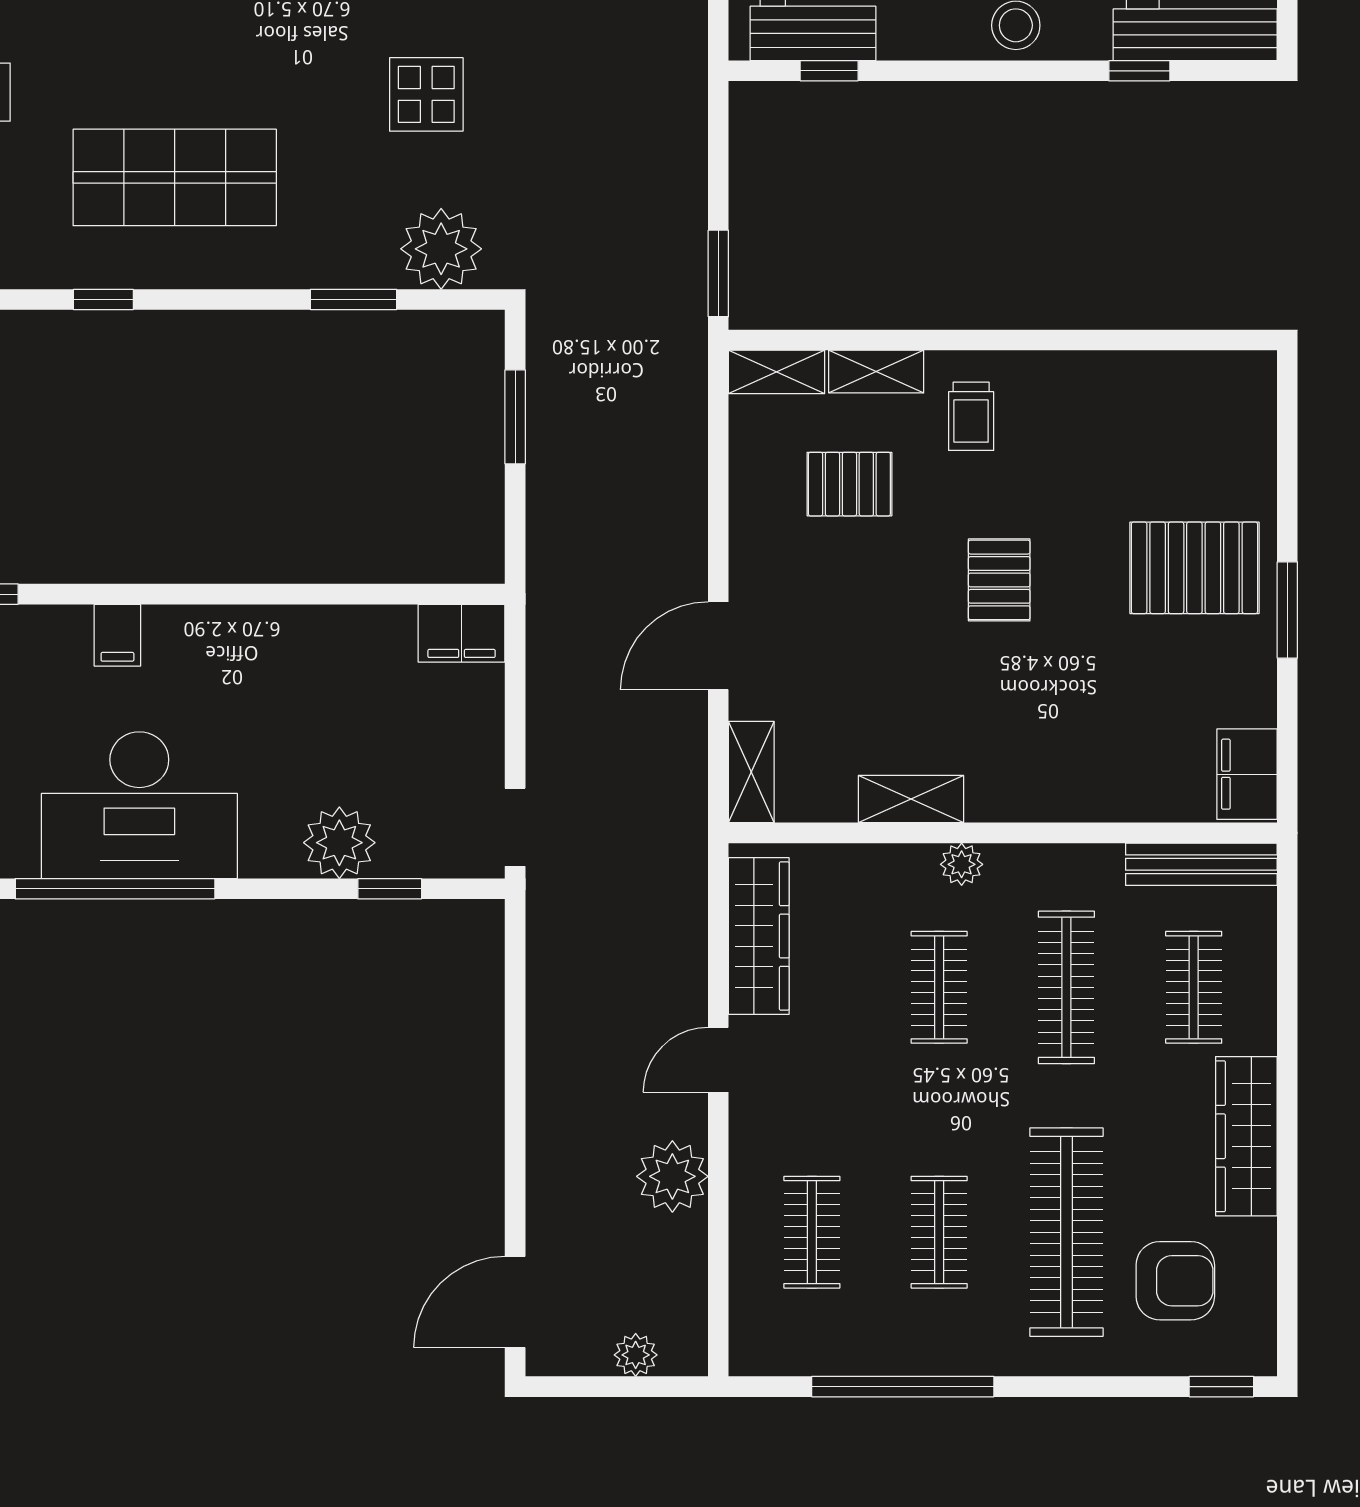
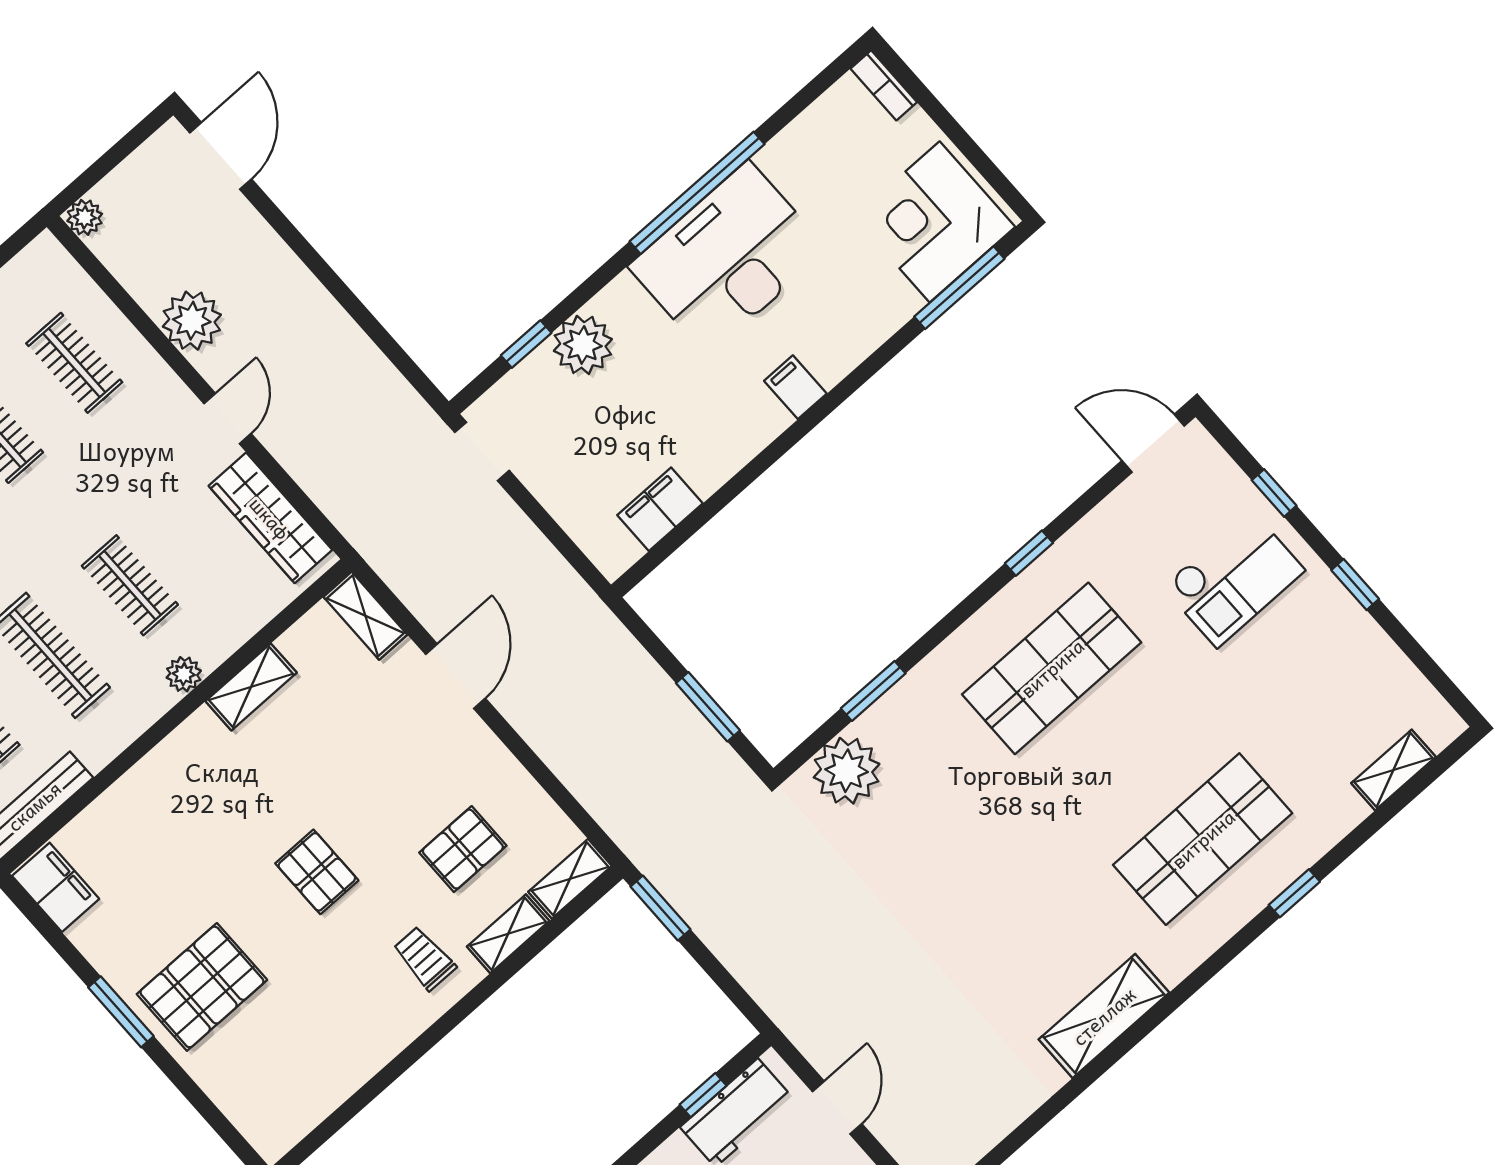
display table: (426, 94) -> (941, 859), removed
filing cabinet: (462, 633) -> (660, 509), moved
filing cabinet: (117, 635) -> (795, 387), moved
plant: (636, 1355) -> (85, 217), moved

